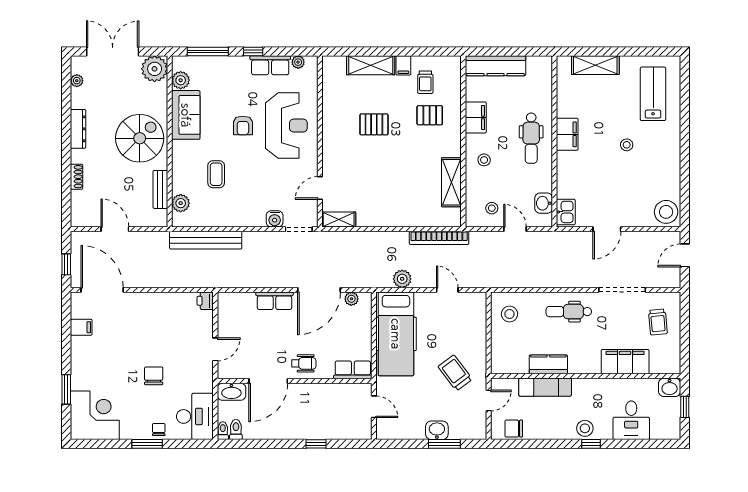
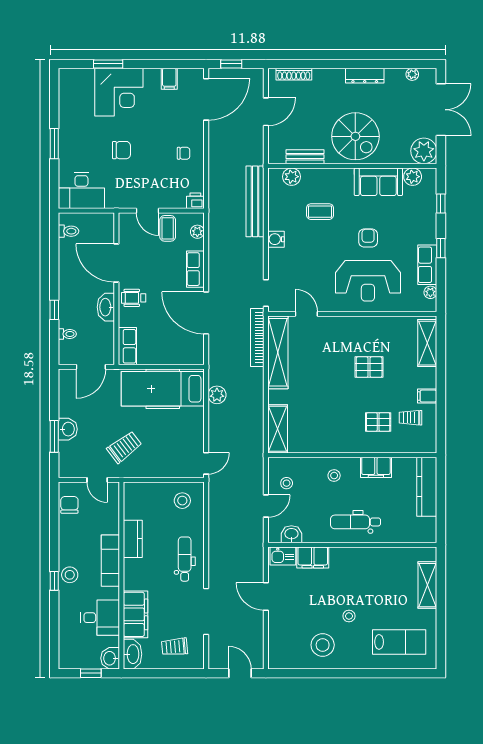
window: (208, 51) -> (441, 203), width x0.46
shelving: (371, 65) -> (427, 343), moved
pallet: (430, 115) -> (378, 422), turned 90
pallet: (374, 124) -> (369, 367), turned 90
armchair: (243, 125) -> (368, 238), turned 90
filing cabinet: (567, 134) -> (313, 557), moved
shoe rack: (77, 177) -> (294, 74), moved, width x1.43
shelving: (451, 182) -> (278, 429), moved, turned 90
stool: (666, 212) -> (323, 645), moved
water cooler: (275, 219) -> (276, 239), moved
shelving: (339, 220) -> (278, 352), width x2.20, depth x1.33
bookcase: (439, 238) -> (257, 337), moved
door: (447, 290) -> (206, 463), moved
plant: (351, 299) -> (197, 232), moved
coffee table: (233, 329) -> (168, 228), added
wheelchair: (304, 363) -> (134, 298), turned 90
washbasin: (665, 365) -> (132, 654), added
exam couch: (545, 387) -> (110, 561), moved
washbasin: (231, 392) -> (106, 307), moved
door: (374, 407) -> (91, 367), width x1.38
corner desk: (95, 415) -> (119, 92), moved
desk: (631, 420) -> (100, 618), moved, turned 180
chair: (159, 430) -> (184, 153), moved
toilet: (223, 431) -> (67, 334), moved

